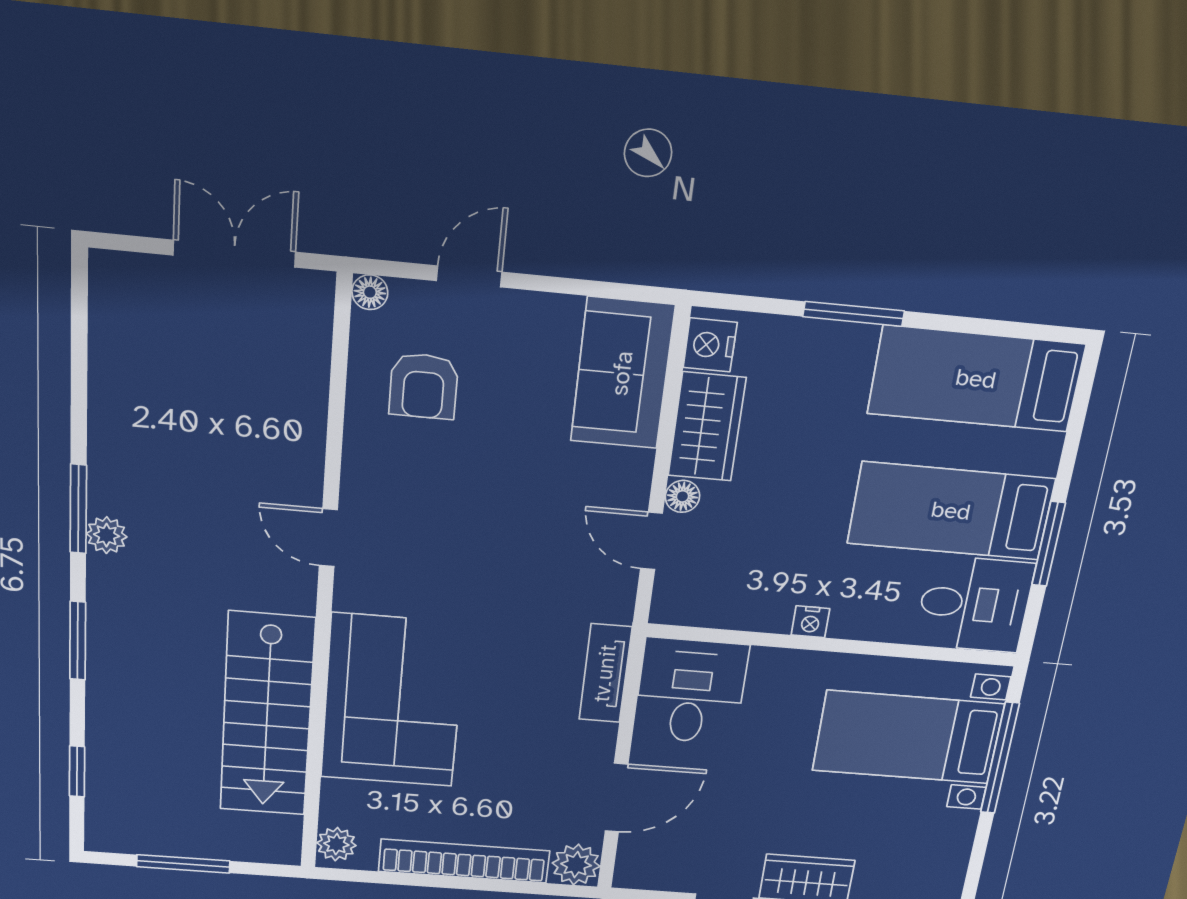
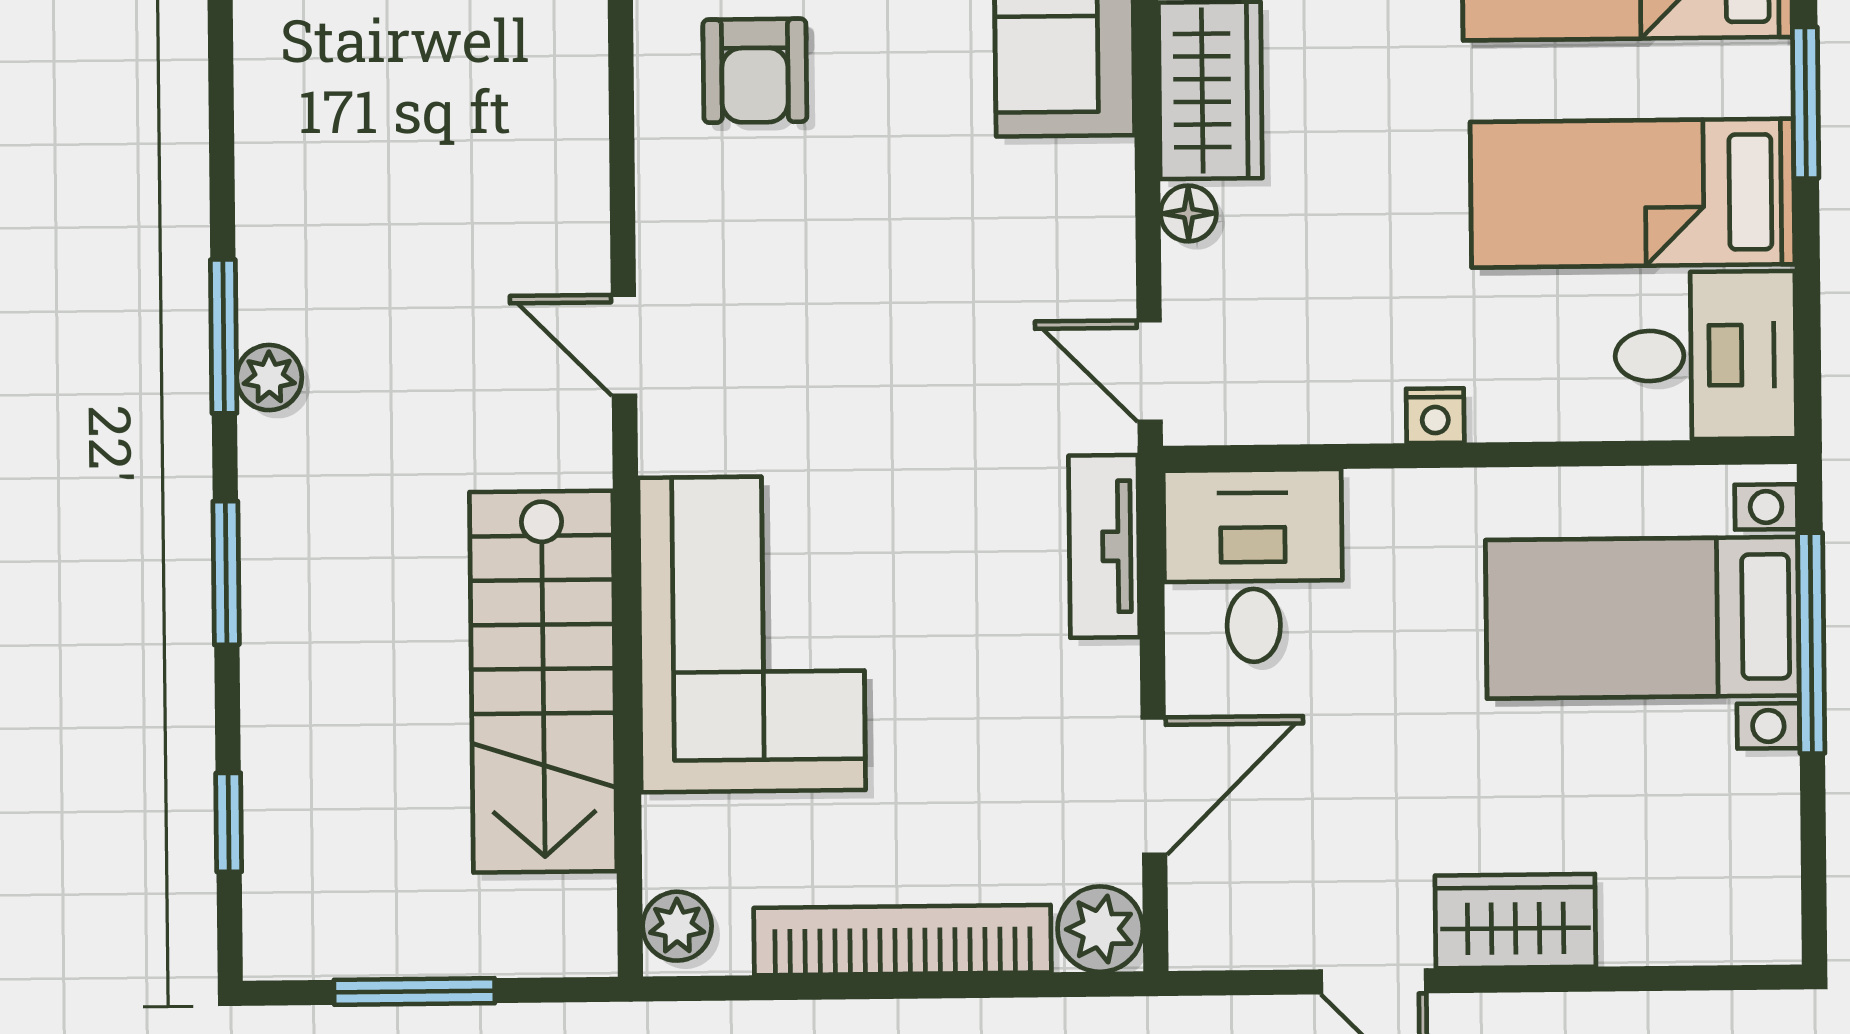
door: (651, 541) -> (1150, 371), moved
window: (1049, 544) -> (1806, 103), moved

